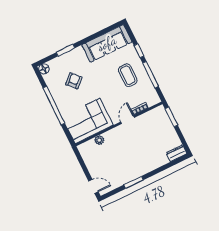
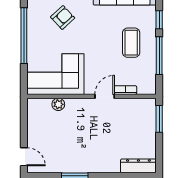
dresser: (176, 153) -> (138, 166), width x1.44

